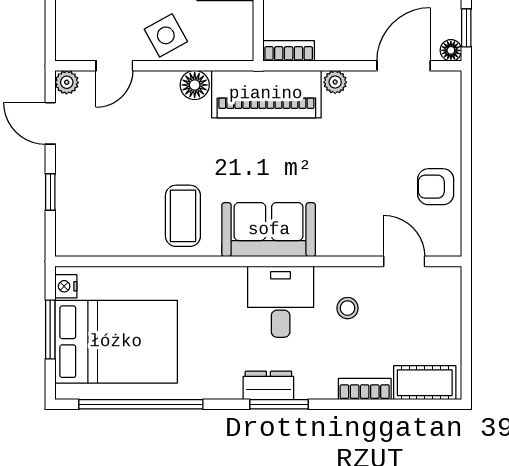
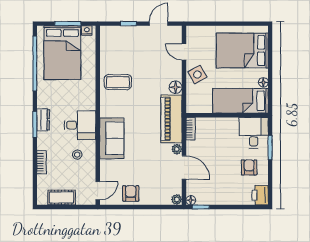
door: (404, 66) -> (184, 168), moved
plant: (67, 82) -> (177, 199), moved
sofa: (269, 230) -> (112, 138), moved
door: (404, 261) -> (98, 191), moved
cot: (425, 383) -> (62, 197), moved, turned 90

